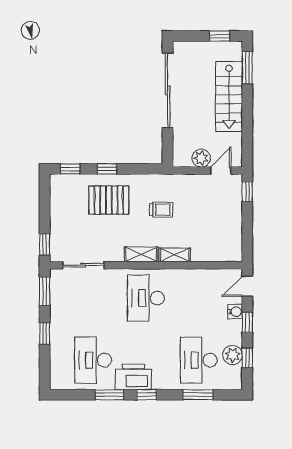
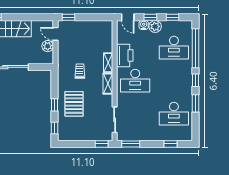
window: (45, 333) -> (171, 144), moved
plant: (233, 355) -> (155, 26), moved
printer: (133, 377) -> (125, 55), moved, turned 180
window: (198, 395) -> (196, 48), width x2.11

